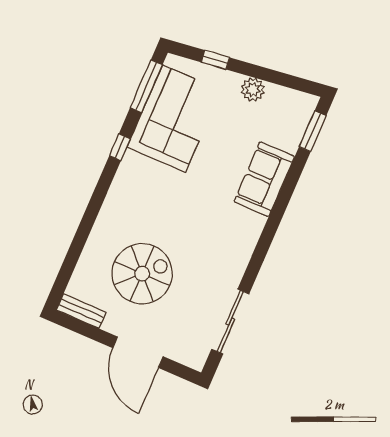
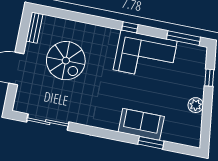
corner sofa: (174, 119) -> (145, 55), moved
window: (313, 131) -> (151, 143), moved
window: (120, 147) -> (130, 27), moved

